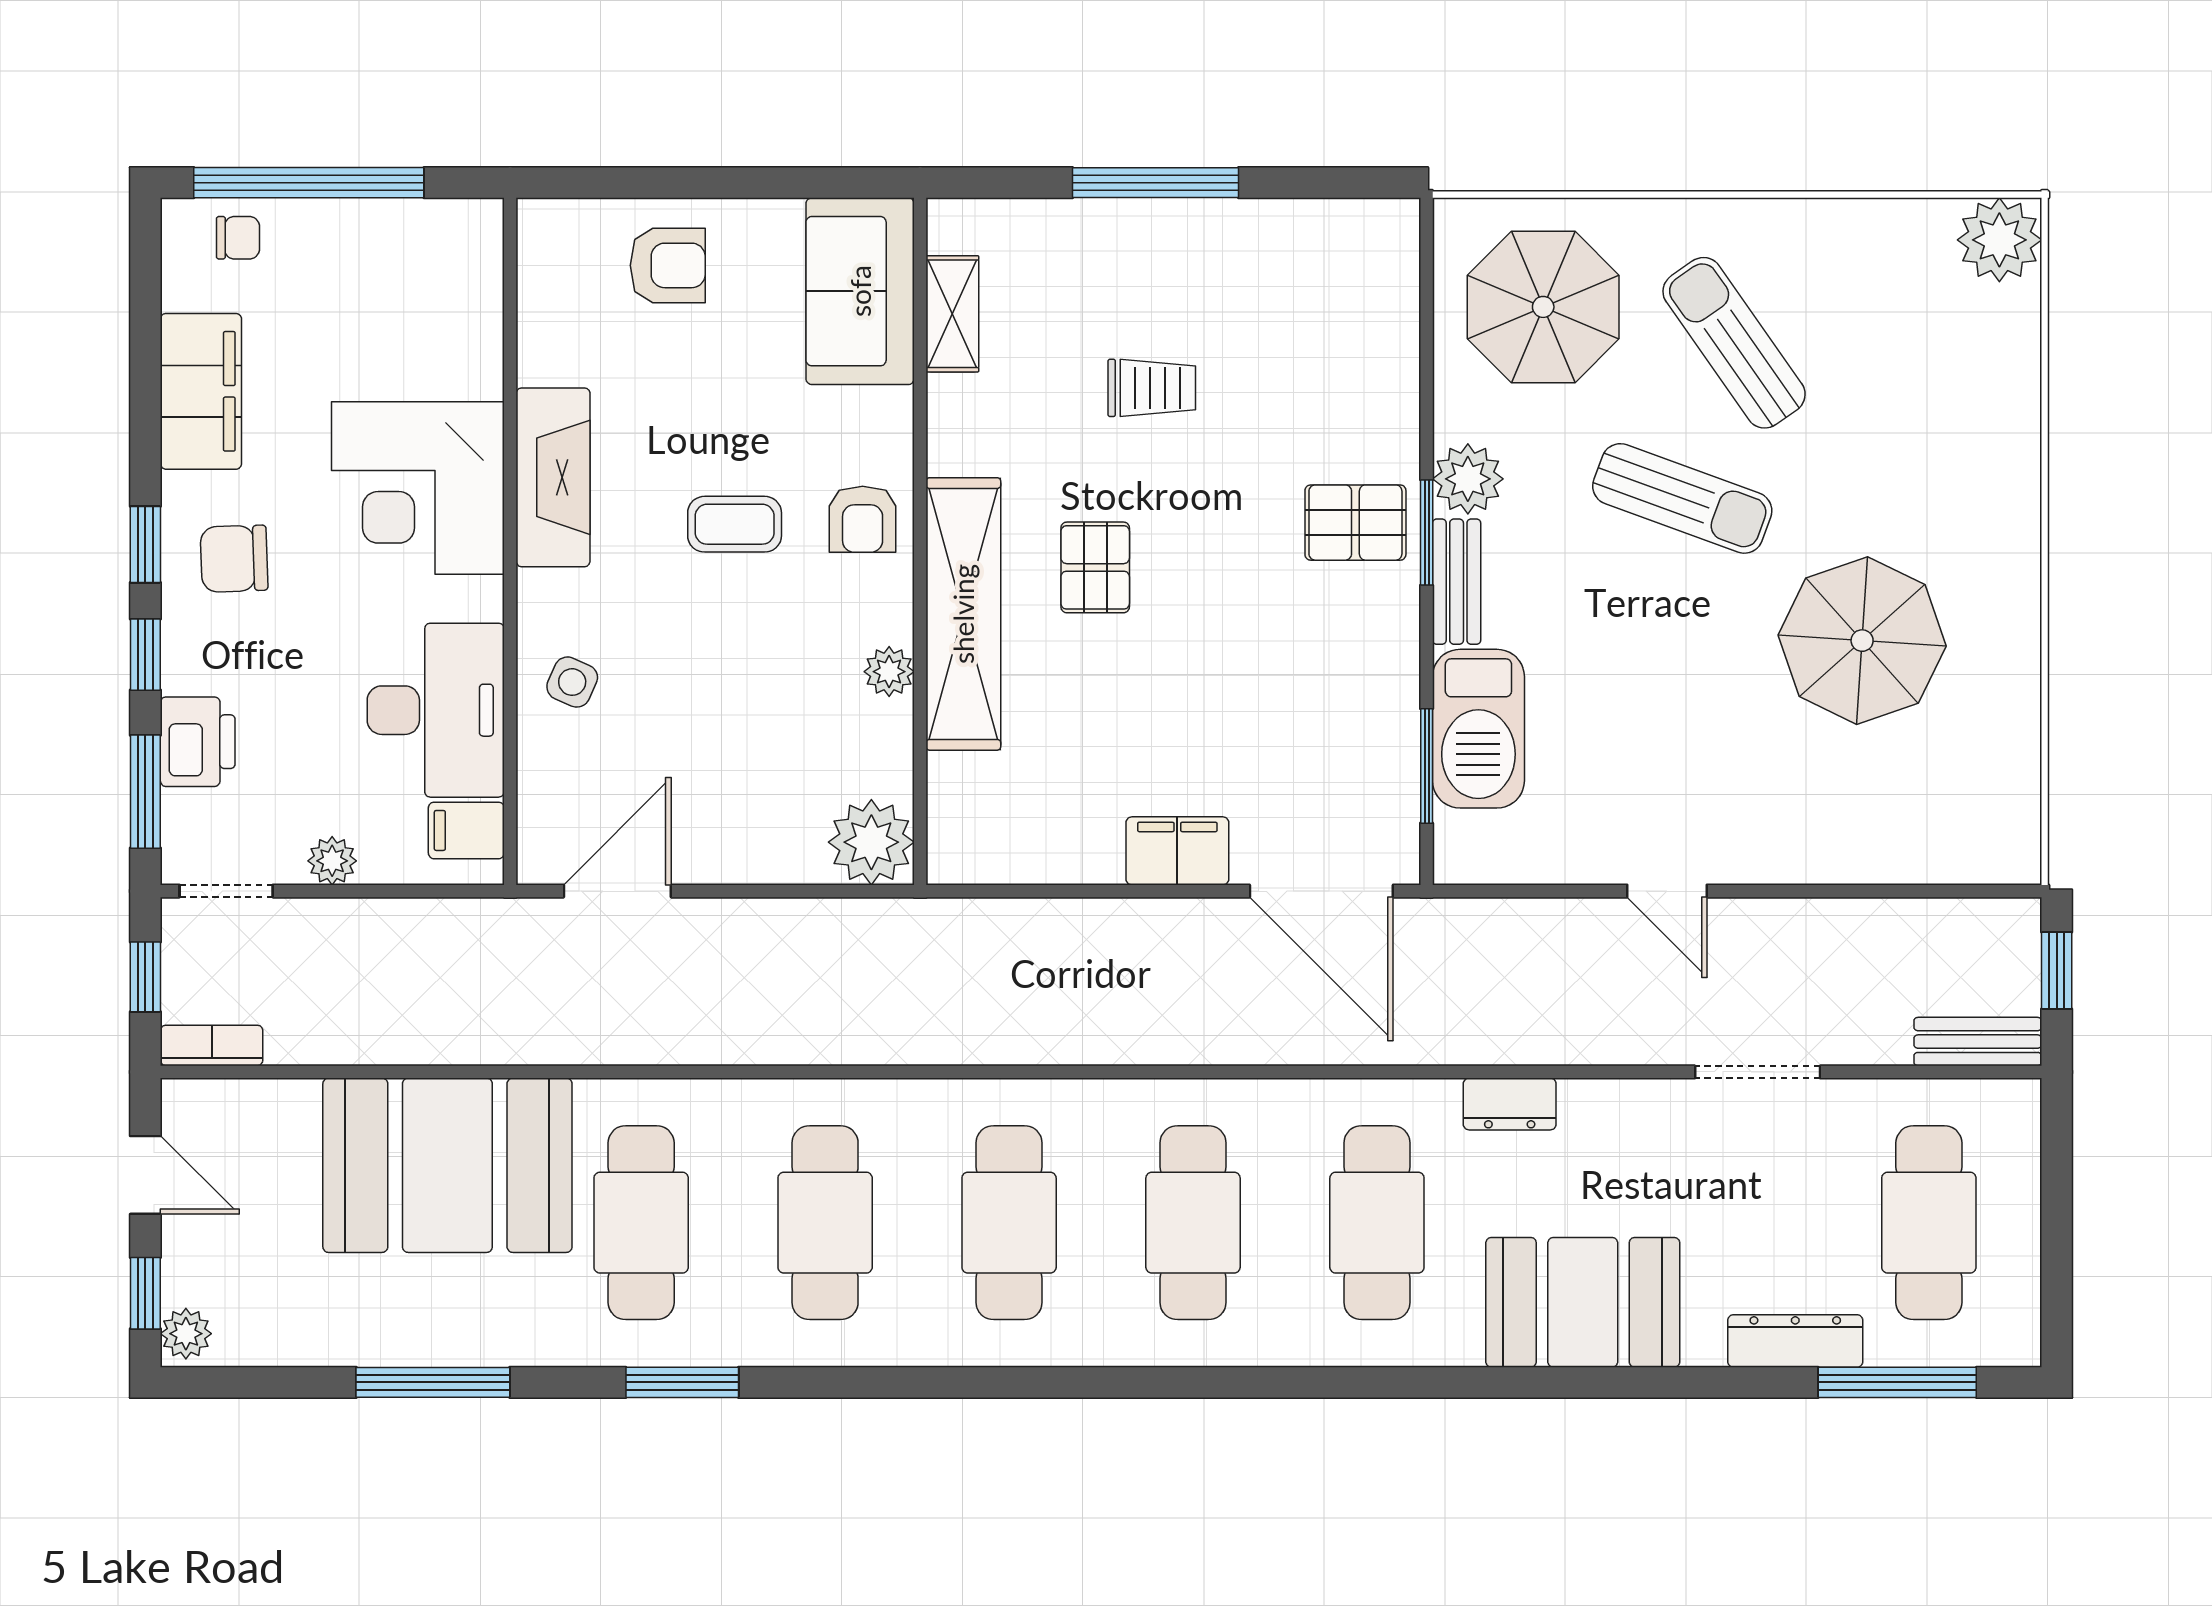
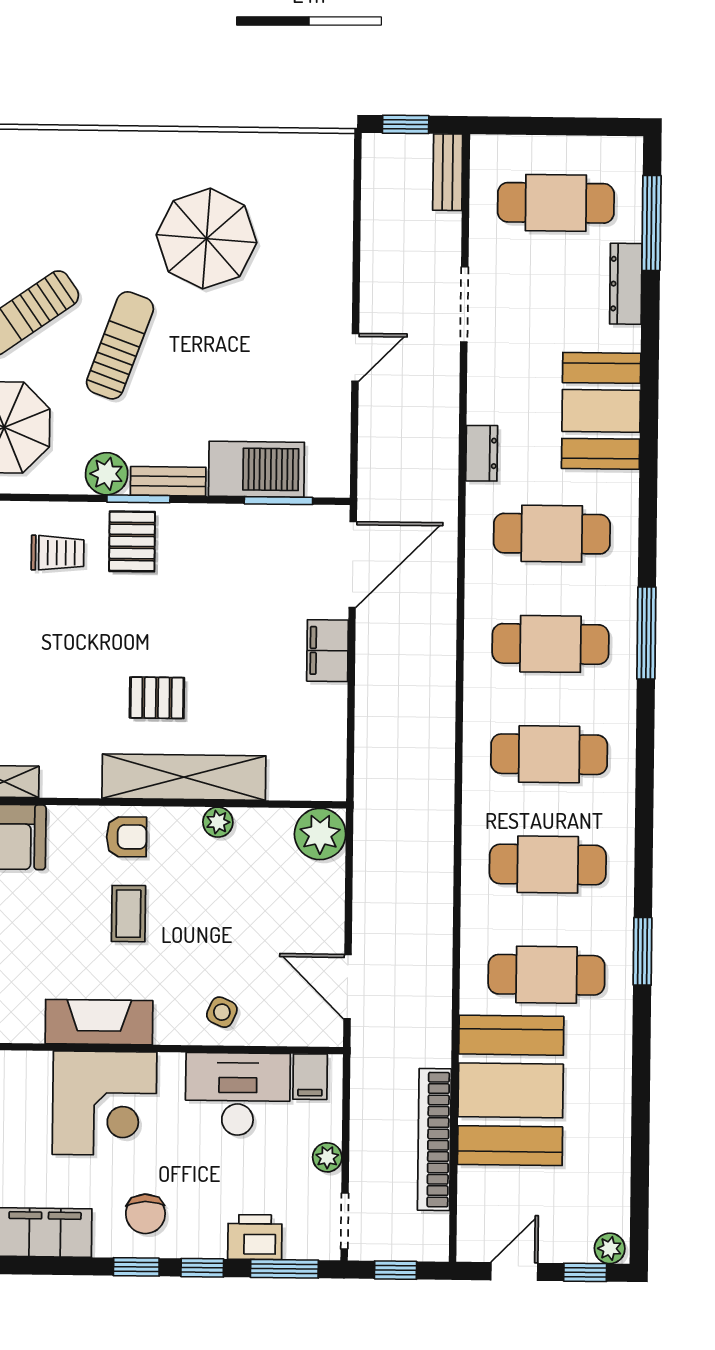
trolley: (1152, 388) -> (58, 553), moved, turned 90
bookcase: (212, 1045) -> (434, 1140), moved, width x2.31, depth x1.31
window: (433, 1382) -> (646, 633), moved

